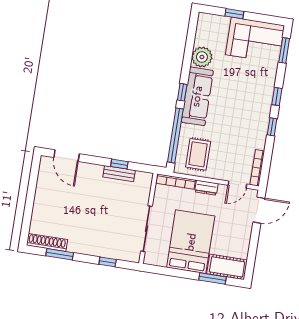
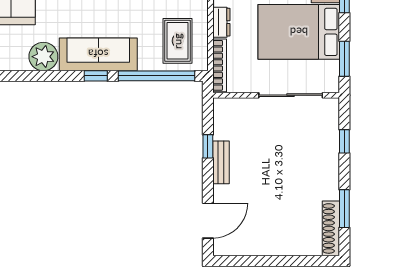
rug: (198, 154) -> (177, 41), turned 90
bench: (119, 174) -> (221, 162), moved
window: (166, 271) -> (344, 59), added

